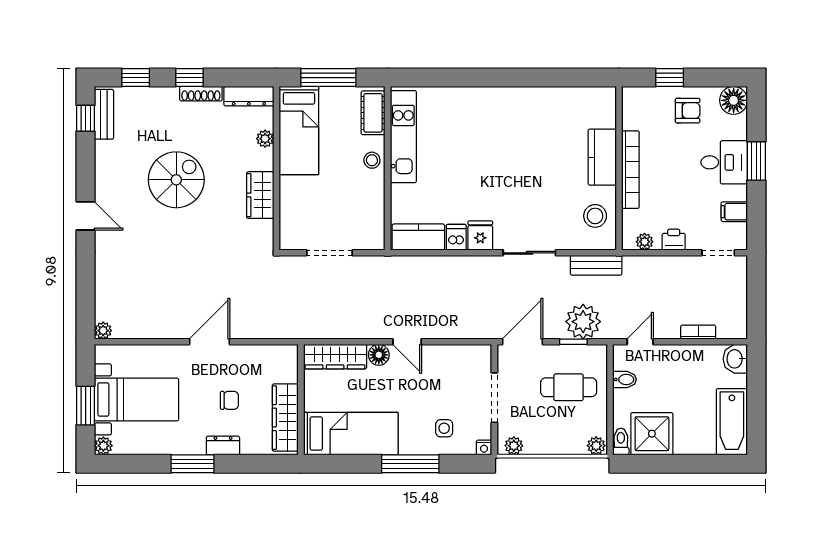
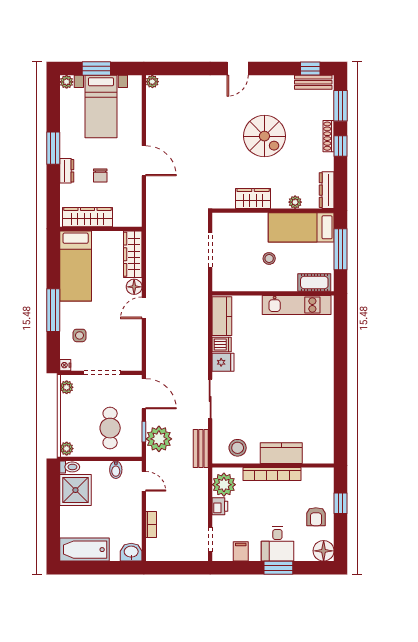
window: (136, 78) -> (341, 106), width x1.50
shoe rack: (201, 94) -> (329, 136), moved
stool: (372, 160) -> (269, 258), moved
plant: (645, 242) -> (224, 485), width x1.88, depth x1.88

